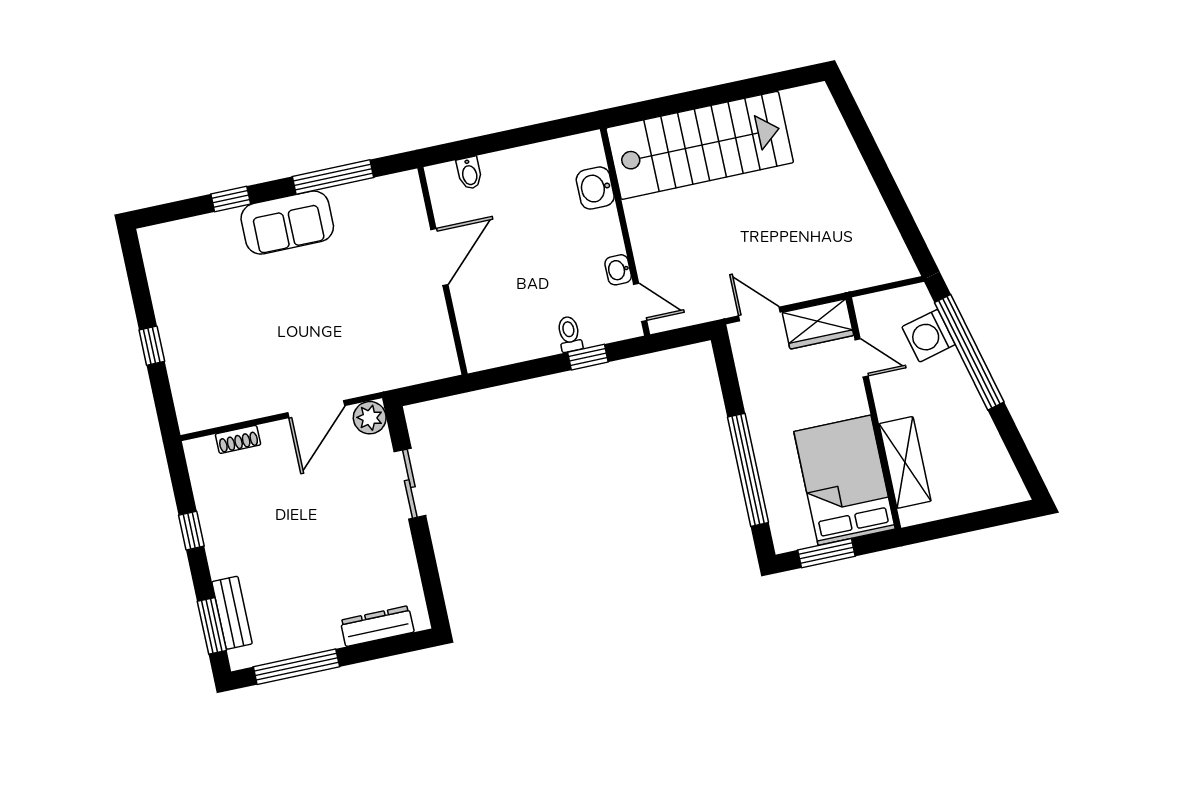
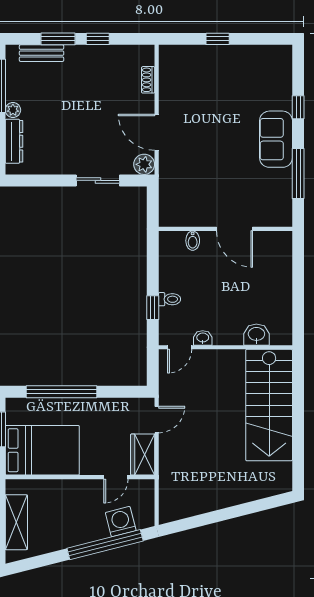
bidet: (469, 173) -> (193, 241), moved, turned -90
shelving: (905, 462) -> (16, 522), moved, turned 90
window: (212, 626) -> (58, 39), moved
plant: (329, 638) -> (13, 110), added

